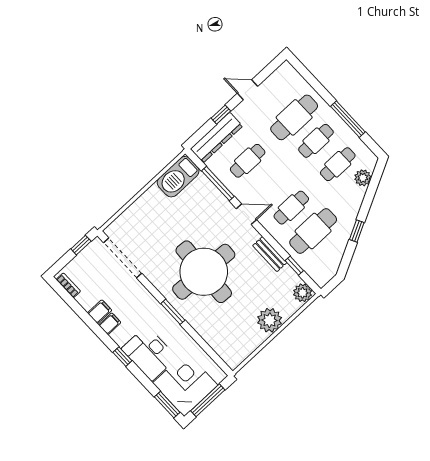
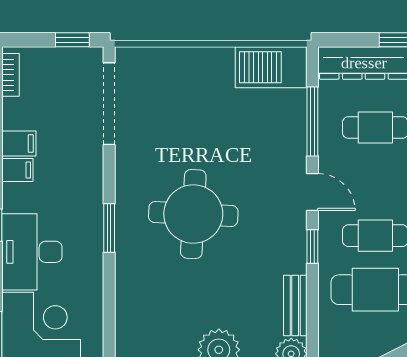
bench: (270, 254) -> (295, 305), moved
window: (294, 266) -> (312, 247), moved
round table: (204, 272) -> (193, 214), width x0.73, depth x0.73

